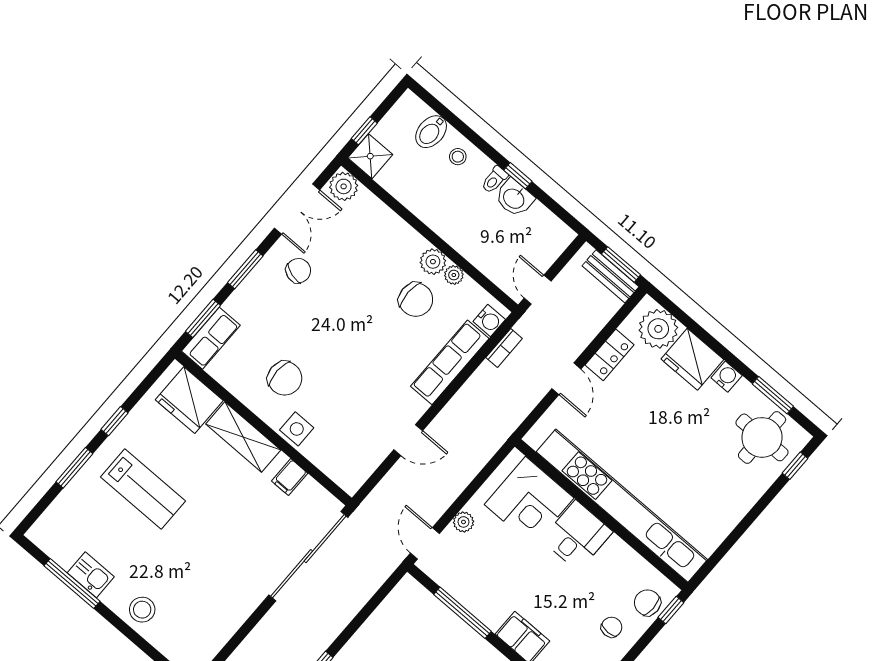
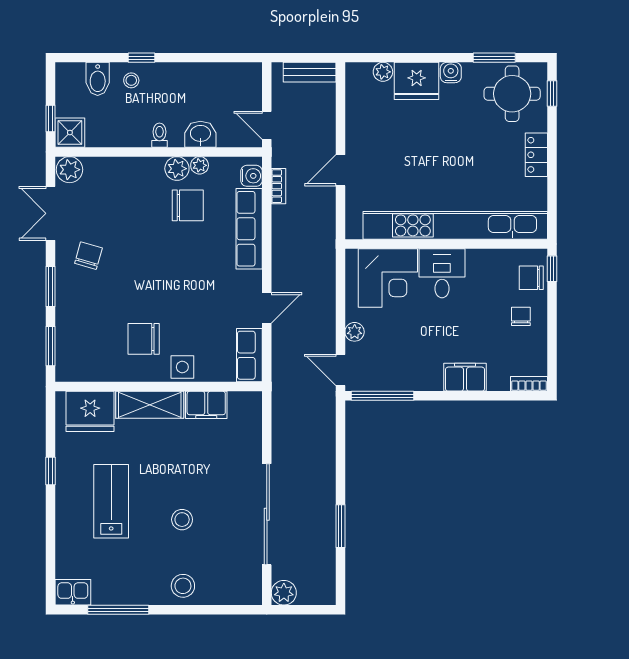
window: (518, 176) -> (142, 58), moved
toilet: (494, 180) -> (159, 135), moved, turned 180
washbasin: (514, 198) -> (200, 134), moved, turned 180
double door: (297, 209) -> (51, 213), swing flipped
window: (621, 264) -> (310, 58), removed
plant: (658, 329) -> (383, 72), width x0.53, depth x0.53
row of seats: (211, 338) -> (249, 355), moved, turned 180
locker: (609, 355) -> (536, 155), moved, turned 180
chair: (285, 378) -> (144, 339), turned 180
door: (566, 379) -> (340, 170), swing flipped
window: (74, 468) -> (51, 528), removed
filing cabinet: (290, 477) -> (206, 405), width x2.00
lab bench: (143, 489) -> (111, 501), turned -90
stool: (188, 554) -> (182, 520), added
sliding door: (308, 556) -> (267, 514), moved
kitchen sink: (91, 575) -> (73, 592), moved
window: (463, 613) -> (383, 396), moved

